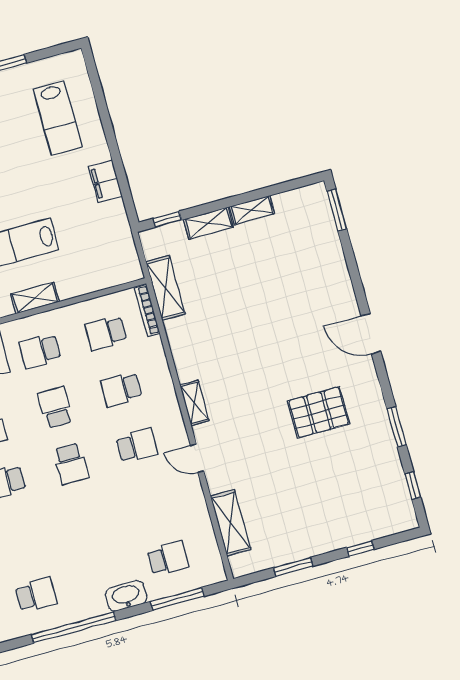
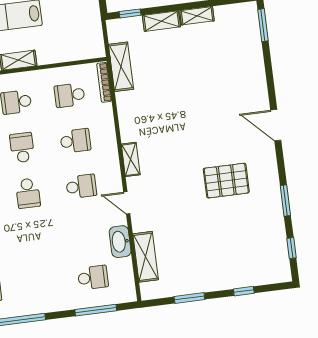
school desk: (121, 389) -> (75, 141), turned 180
washbasin: (126, 596) -> (120, 242), moved, turned -90

